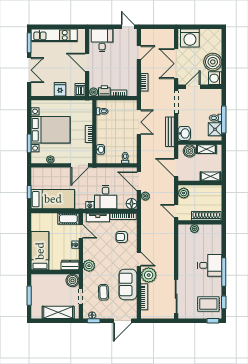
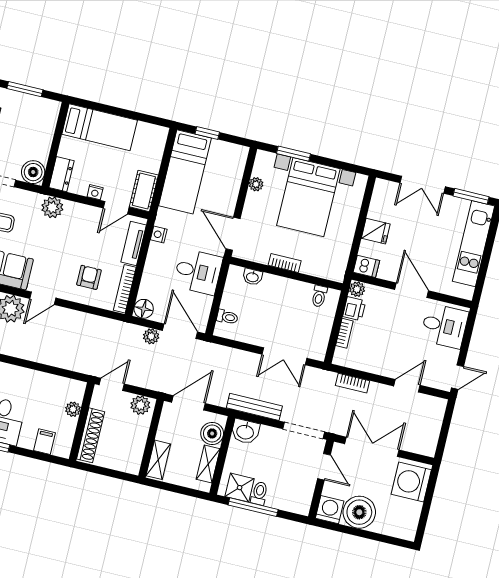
door: (139, 53) -> (407, 386), swing flipped
door: (87, 62) -> (412, 290), hinge flipped
door: (139, 181) -> (180, 331), hinge flipped
desk: (106, 197) -> (198, 272), moved, turned 180
filing cabinet: (215, 240) -> (44, 442), added

